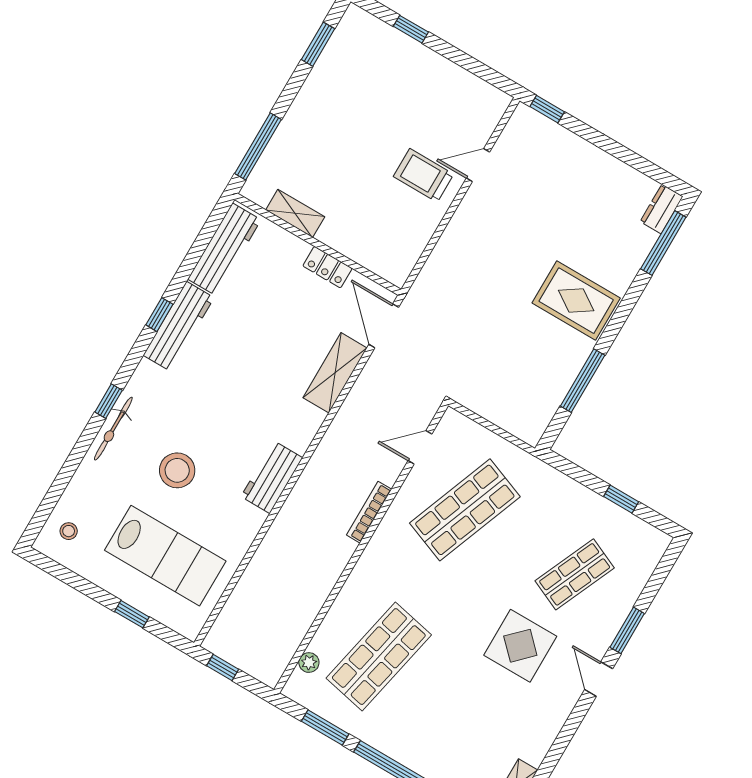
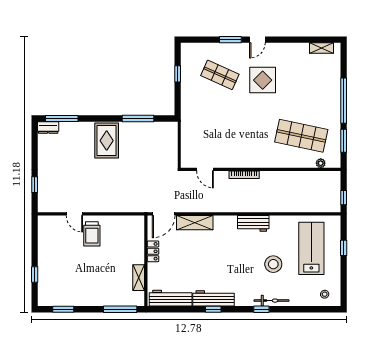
window: (547, 109) -> (35, 185), moved
shop shelf: (465, 510) -> (220, 136), removed

